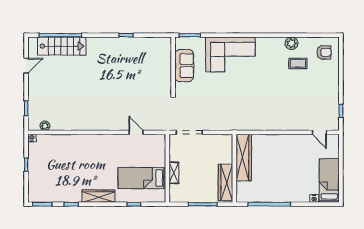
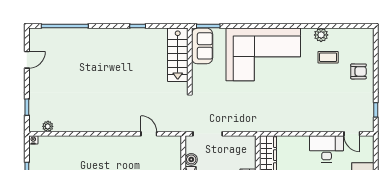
stairs: (62, 46) -> (178, 55), moved, turned 90
armchair: (324, 52) -> (359, 71), moved
corner sofa: (230, 54) -> (263, 54), width x1.36, depth x1.36
sofa: (184, 66) -> (202, 46), moved
desk: (297, 146) -> (327, 149), added
boiler: (174, 156) -> (191, 159), added

